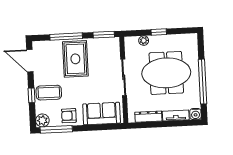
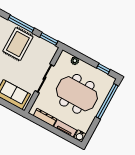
window: (159, 32) -> (103, 69), moved
window: (203, 82) -> (107, 101), moved

